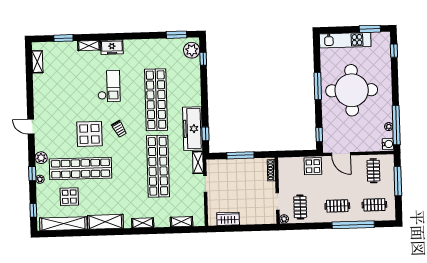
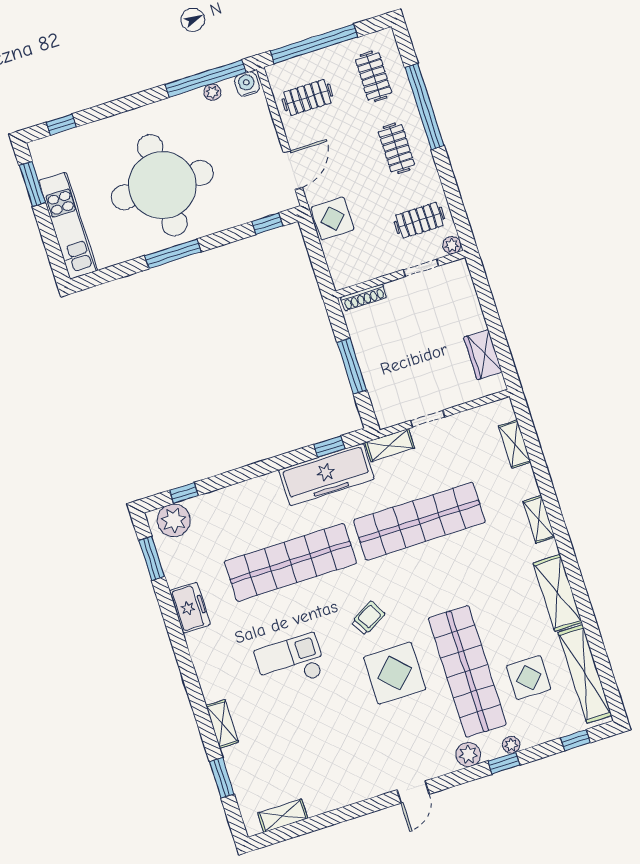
freezer: (112, 47) -> (190, 608), moved
window: (398, 181) -> (314, 44), width x1.46

